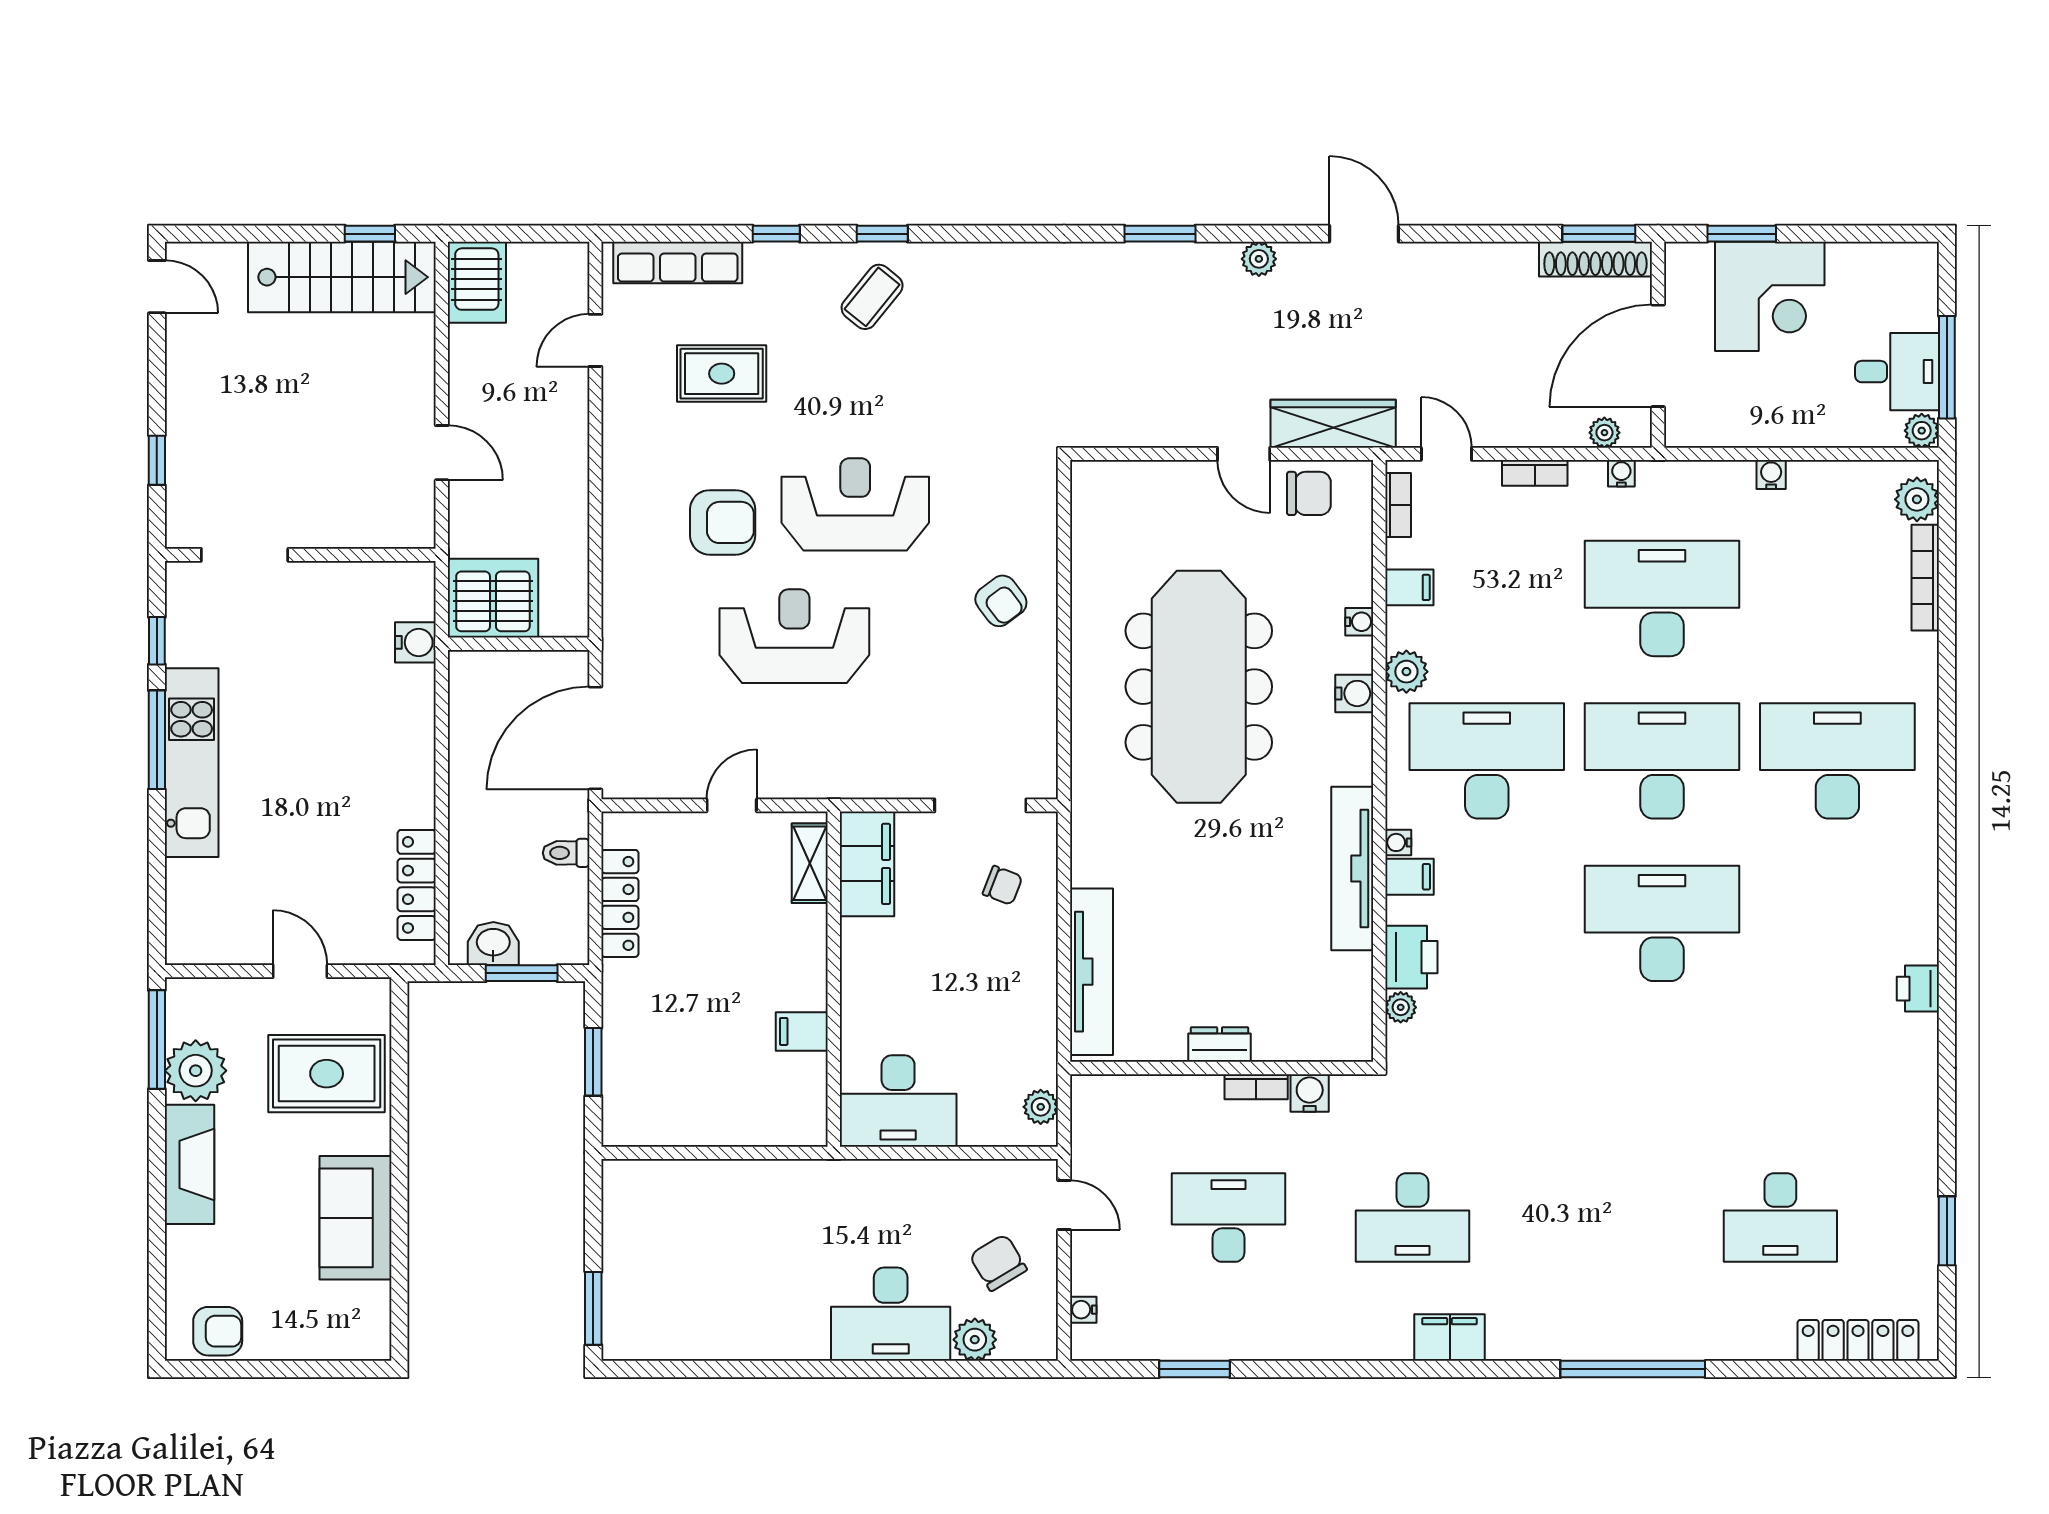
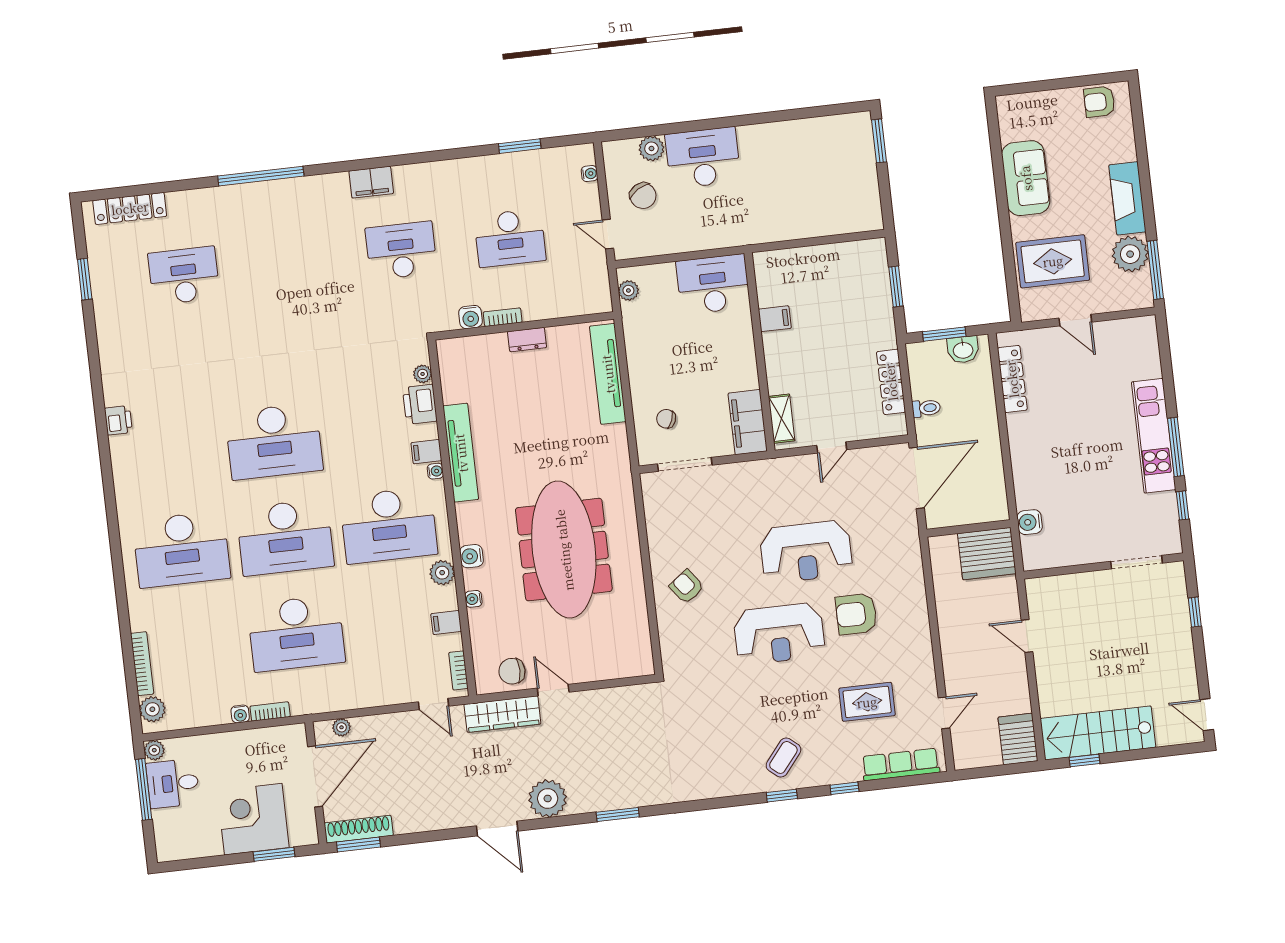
plant: (1259, 259) -> (548, 798), width x1.88, depth x1.88
bookcase: (1535, 473) -> (270, 711), moved
water cooler: (1621, 473) -> (329, 705), removed

